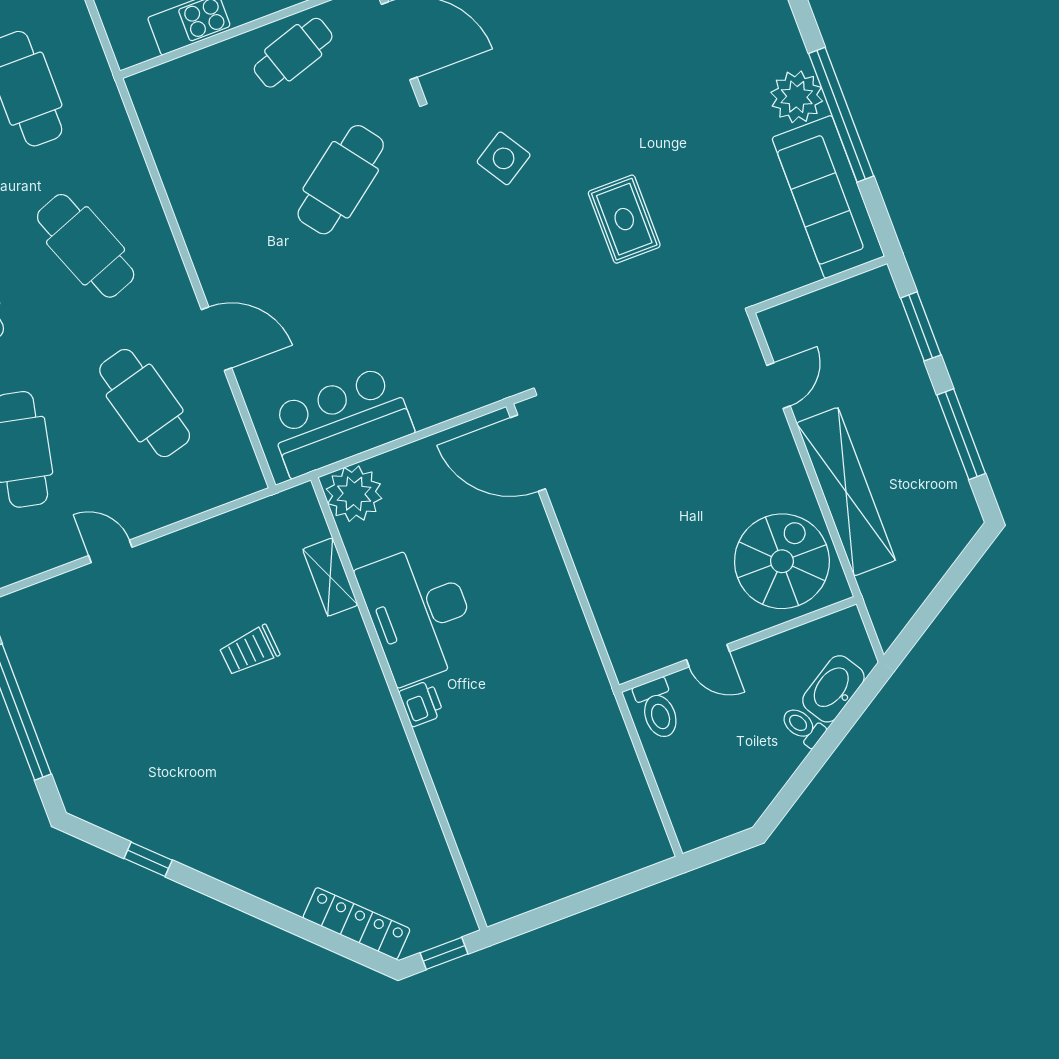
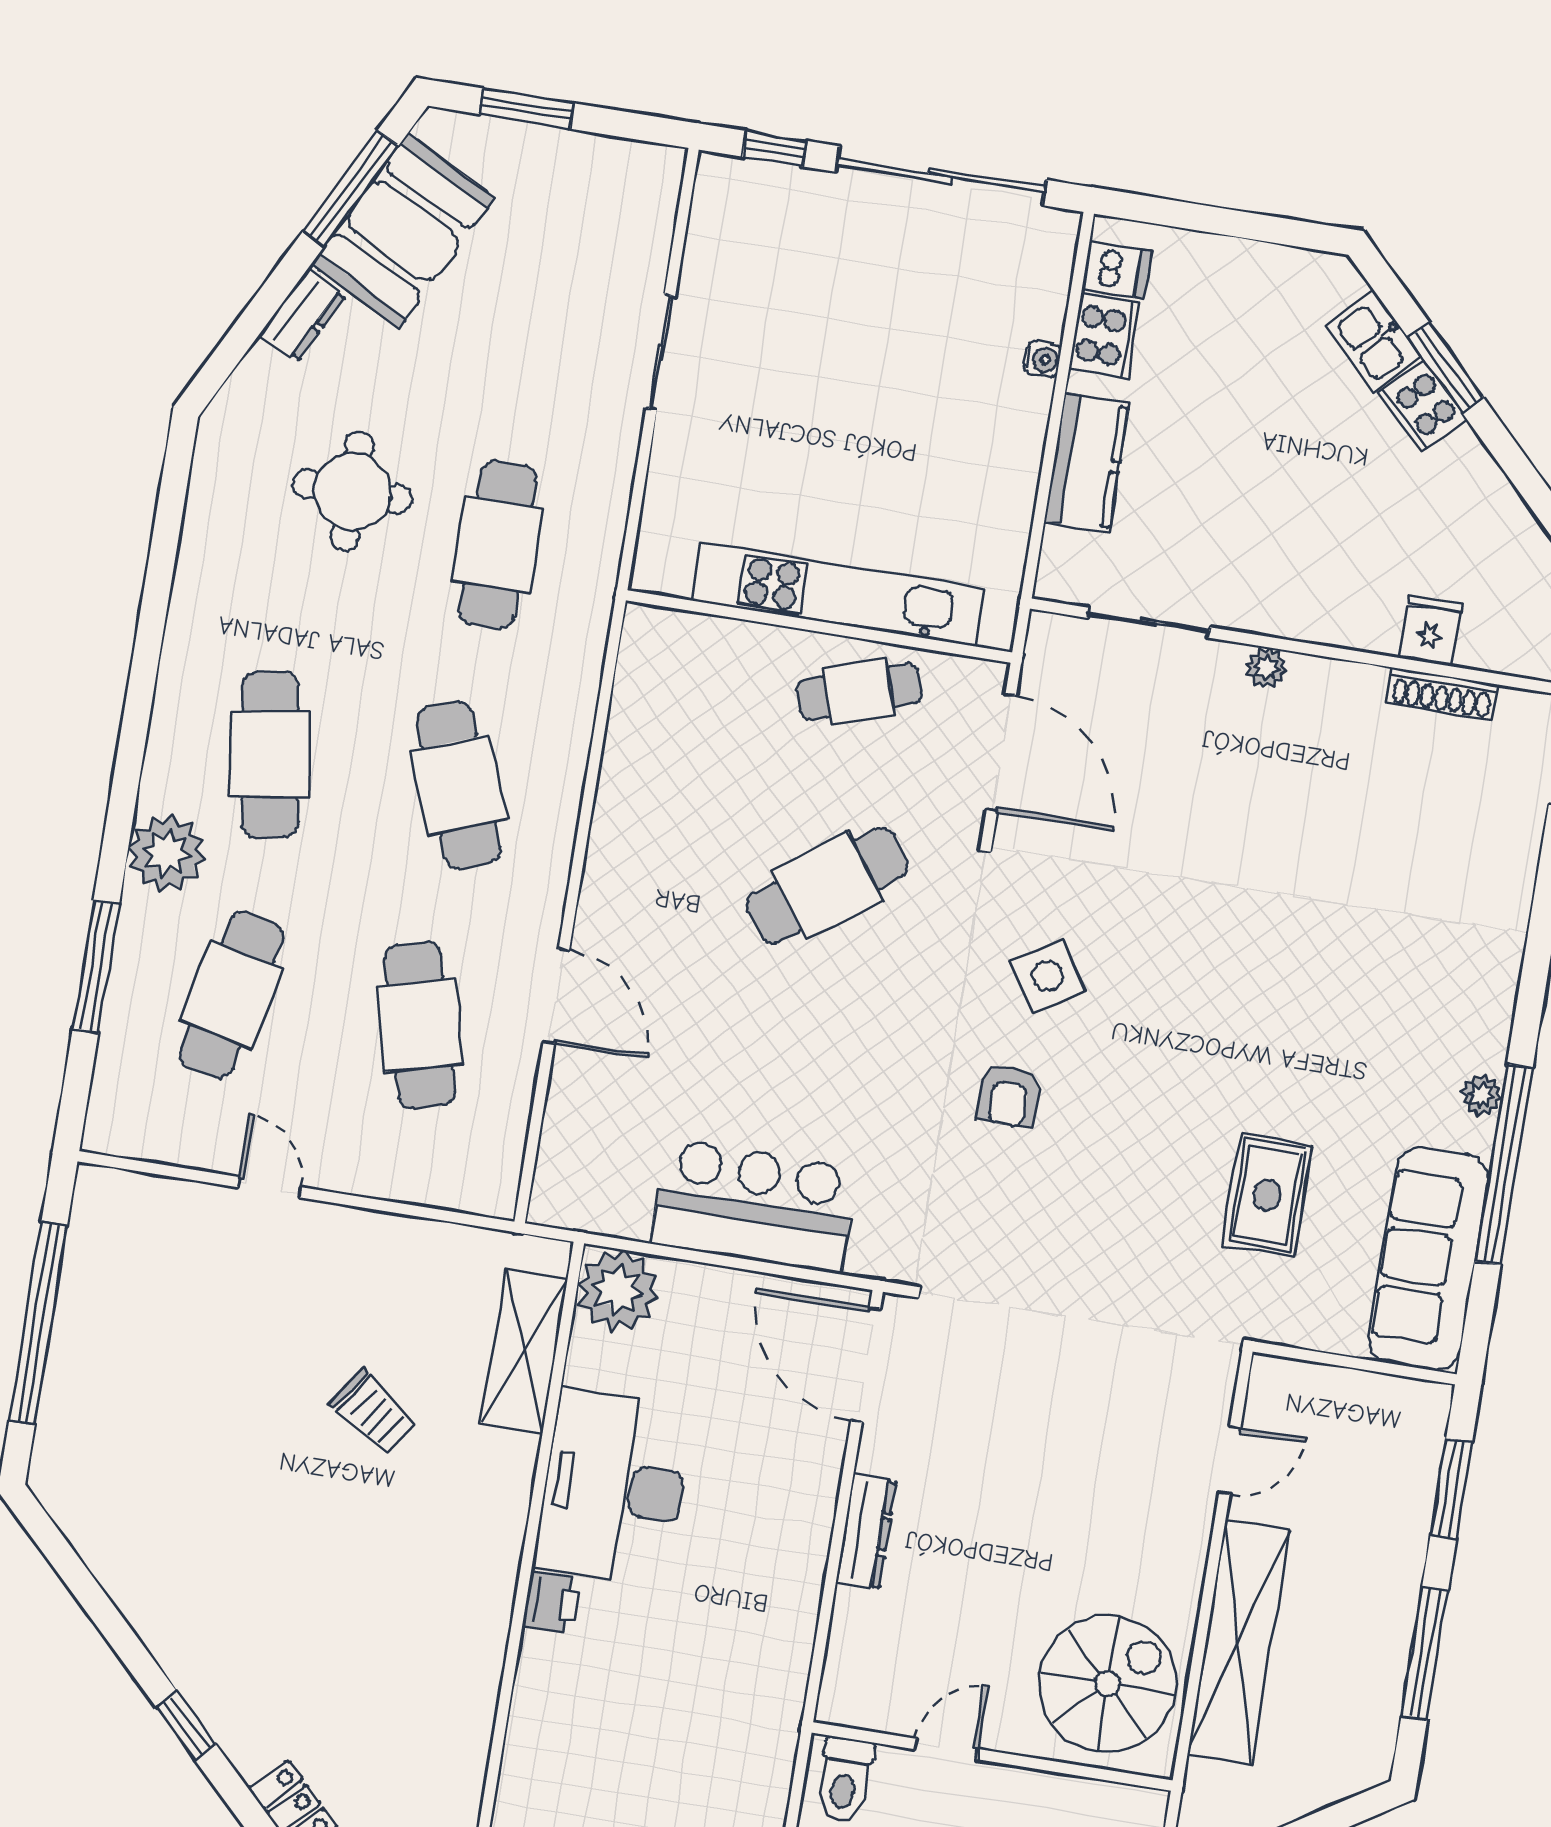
plant: (797, 97) -> (1481, 1095), width x0.53, depth x0.53
rug: (624, 219) -> (1267, 1195), moved
armchair: (522, 243) -> (1009, 1096), added
bar counter: (340, 421) -> (754, 1206), moved
dresser: (585, 553) -> (866, 1532), added
shelving: (330, 577) -> (524, 1351), width x1.50, depth x1.33
trolley: (249, 650) -> (373, 1412), turned -140
door: (708, 656) -> (946, 1749), swing flipped
window: (148, 859) -> (186, 1726), moved

